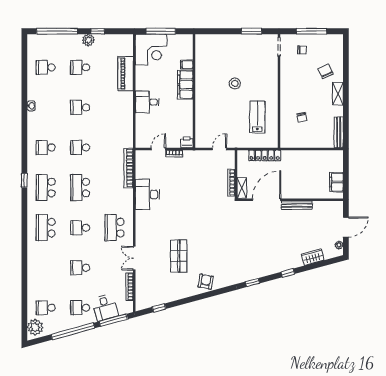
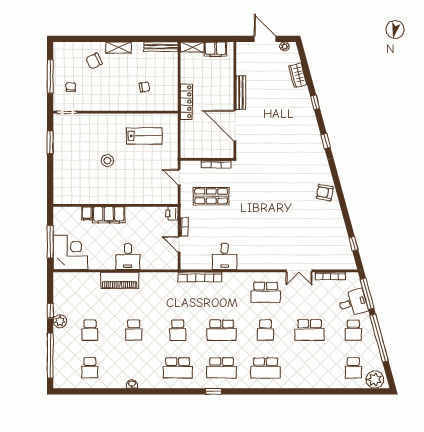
piano: (126, 74) -> (120, 280), moved
lab bench: (257, 117) -> (144, 136), turned 180
school desk: (46, 148) -> (178, 368), width x1.85
locker: (265, 155) -> (186, 102), moved
shelving: (242, 188) -> (192, 47), moved
desk: (147, 194) -> (225, 256), width x0.73
shop shelf: (179, 256) -> (211, 196), moved
school desk: (80, 268) -> (309, 330), width x1.85

